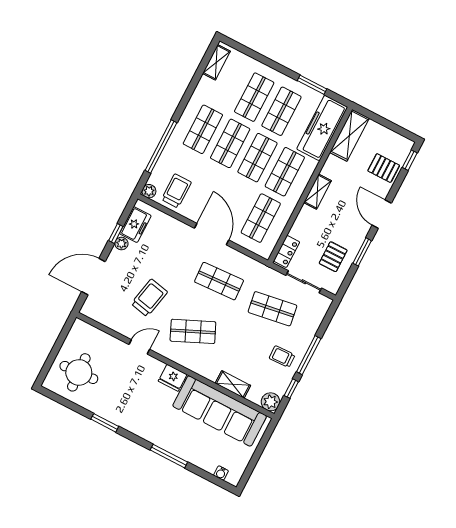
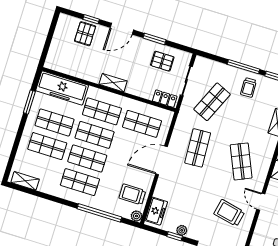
shelving: (349, 135) -> (64, 65), removed
window: (410, 160) -> (91, 19), moved
freezer: (135, 225) -> (156, 211), moved, turned 90
trolley: (149, 298) -> (229, 213), moved
shop shelf: (272, 309) -> (212, 102), turned 33

